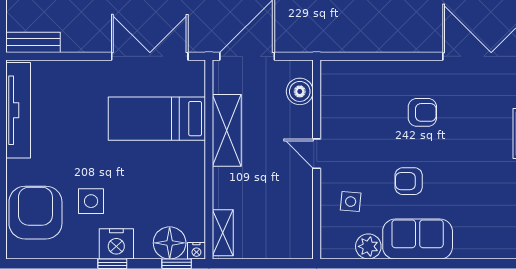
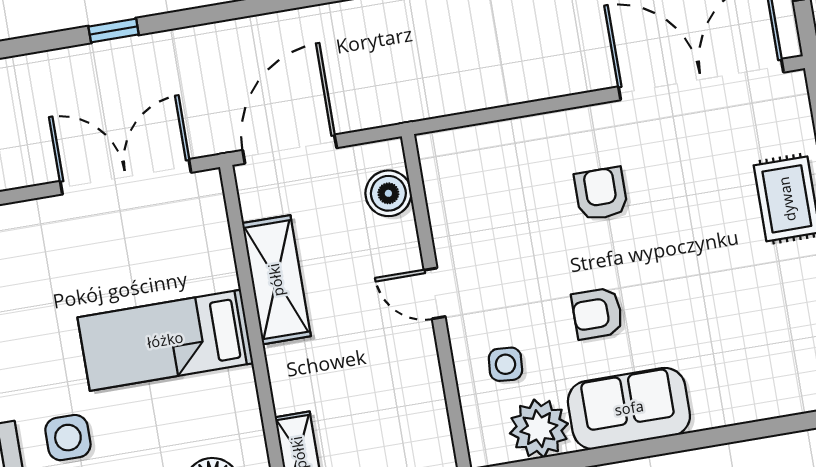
armchair: (422, 112) -> (601, 194), turned -90
bed: (157, 119) -> (165, 340), moved
plant: (368, 246) -> (539, 429), width x1.36, depth x1.36

